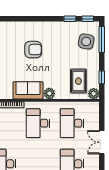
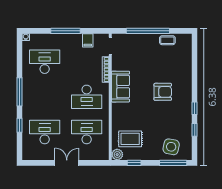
window: (88, 19) -> (195, 108), moved
armchair: (33, 50) -> (163, 92), turned -90
plant: (49, 93) -> (117, 109), removed
desk: (38, 123) -> (87, 97), turned 180

